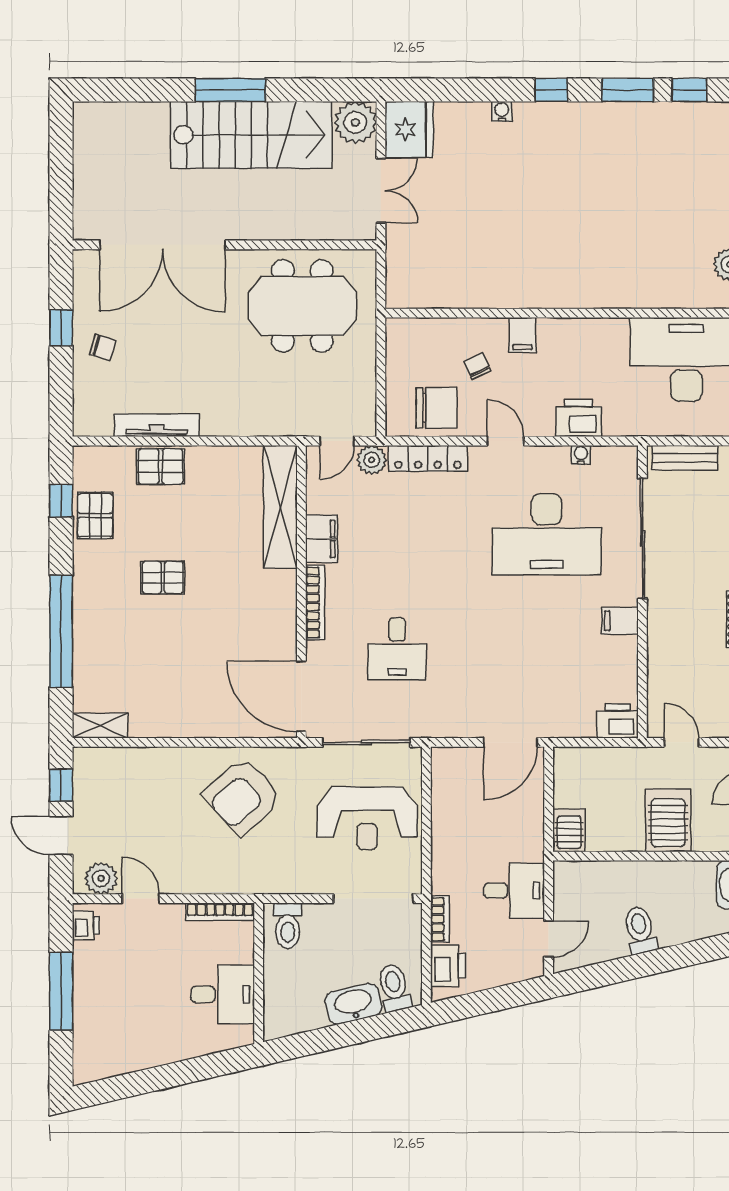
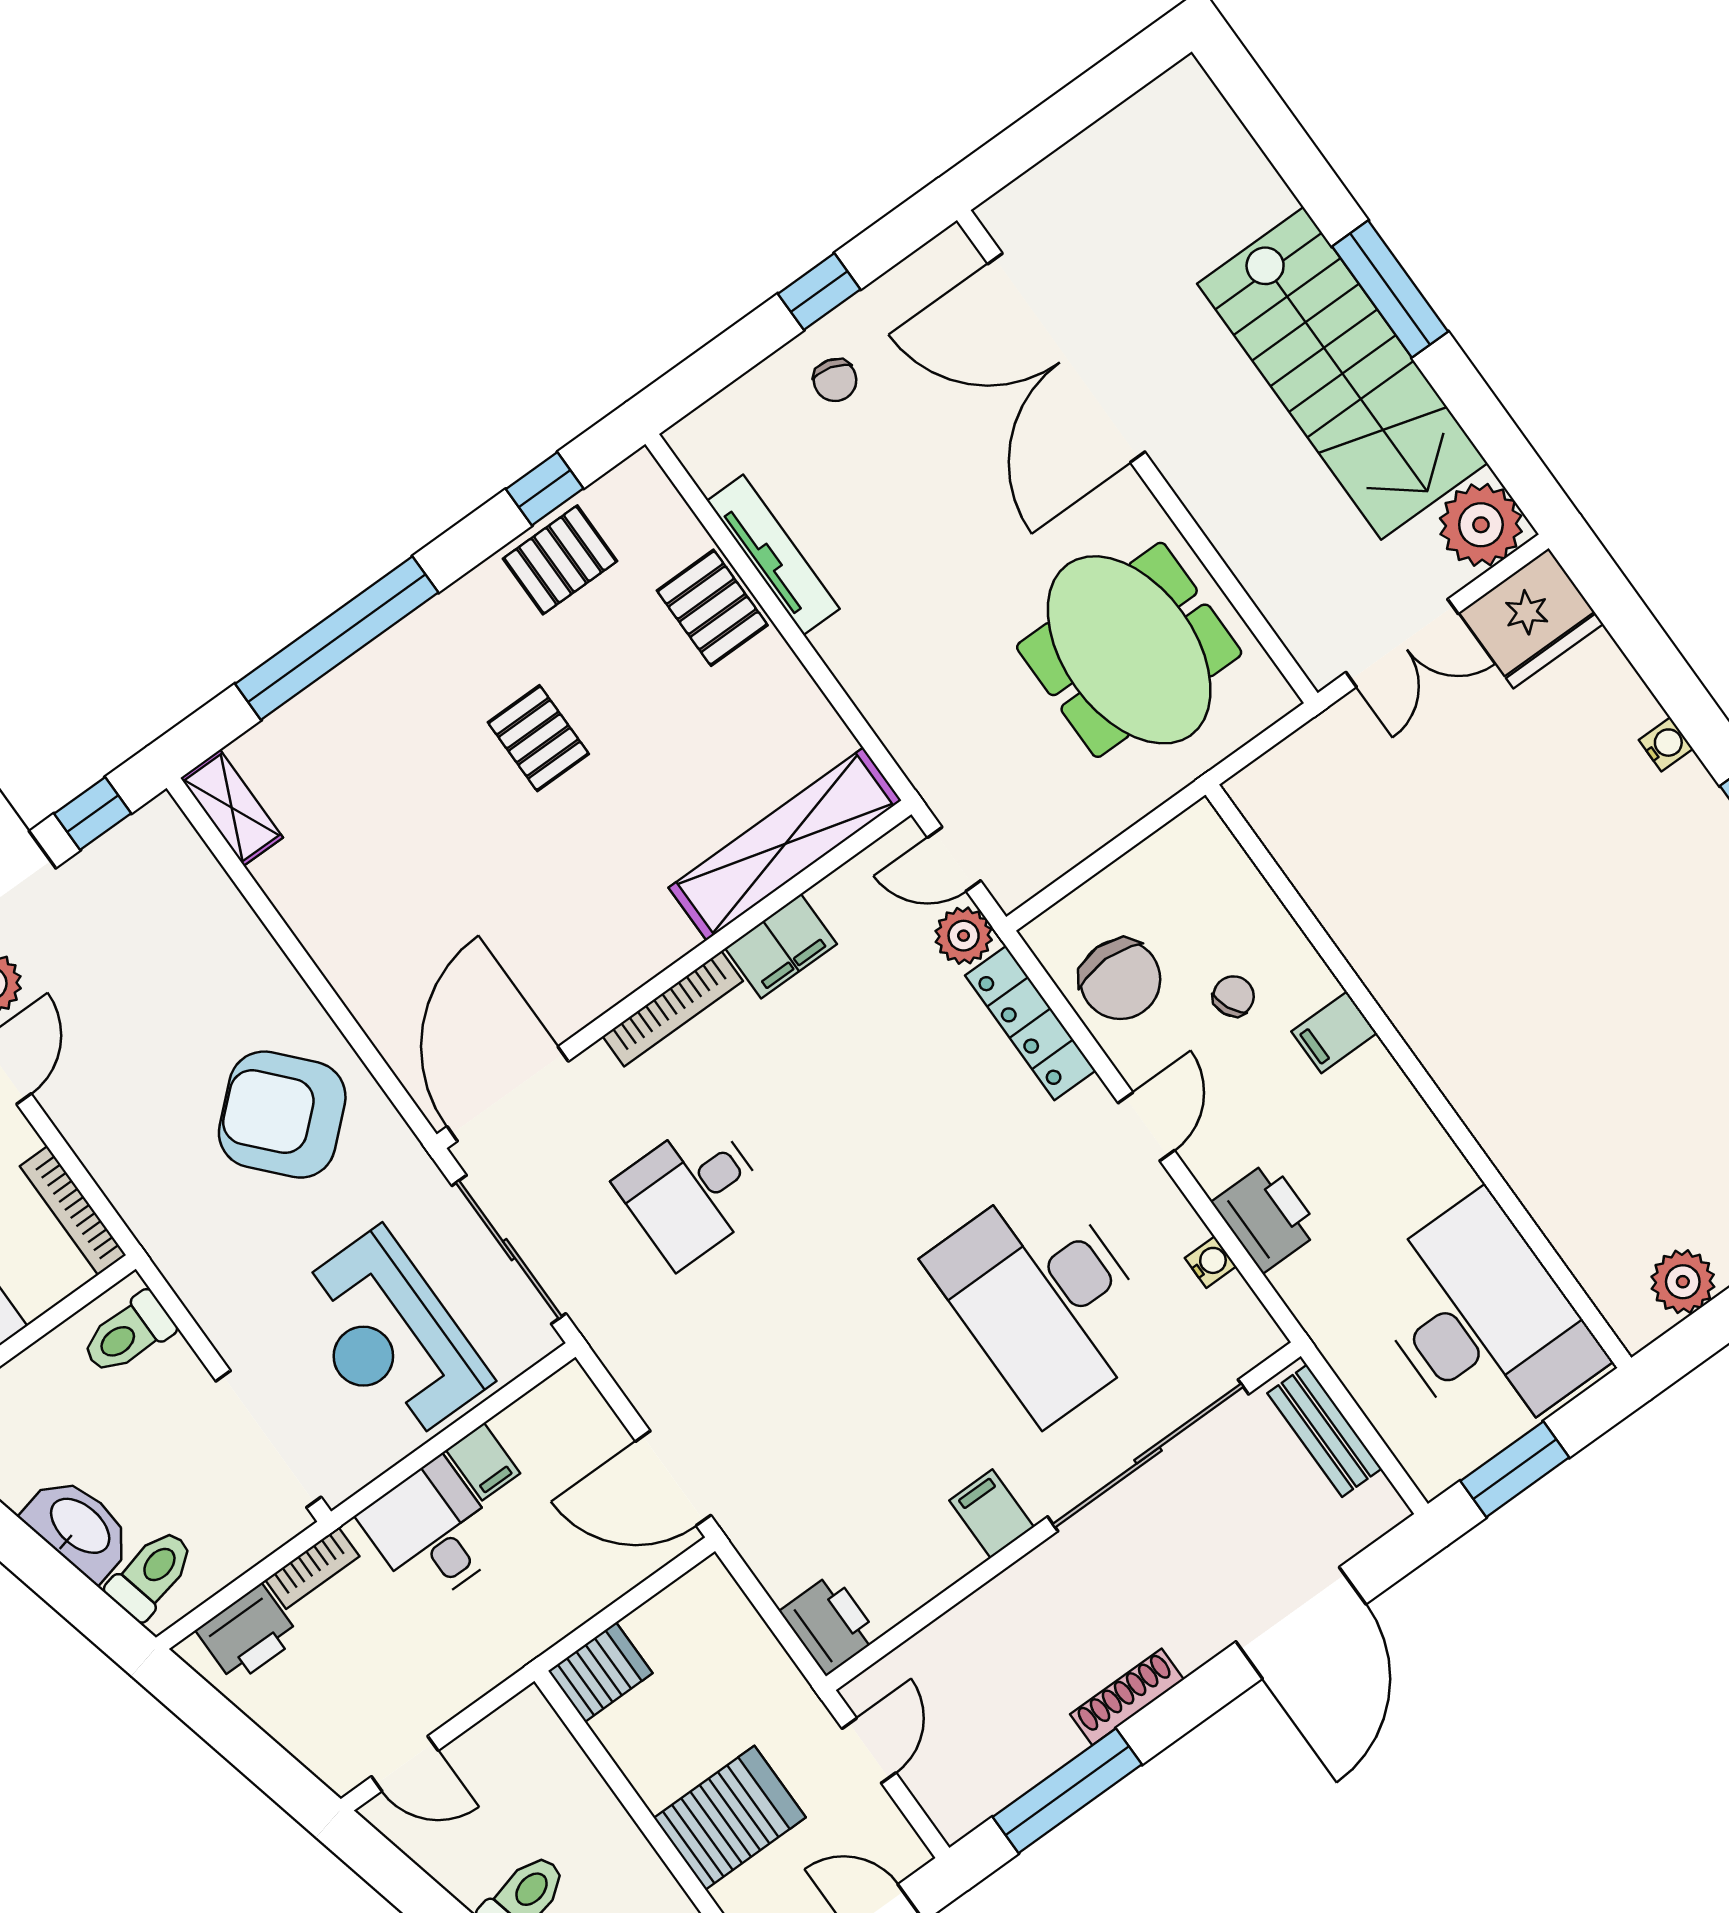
filing cabinet: (447, 816) -> (483, 1462), added
desk: (514, 891) -> (432, 1532), moved, turned 180

